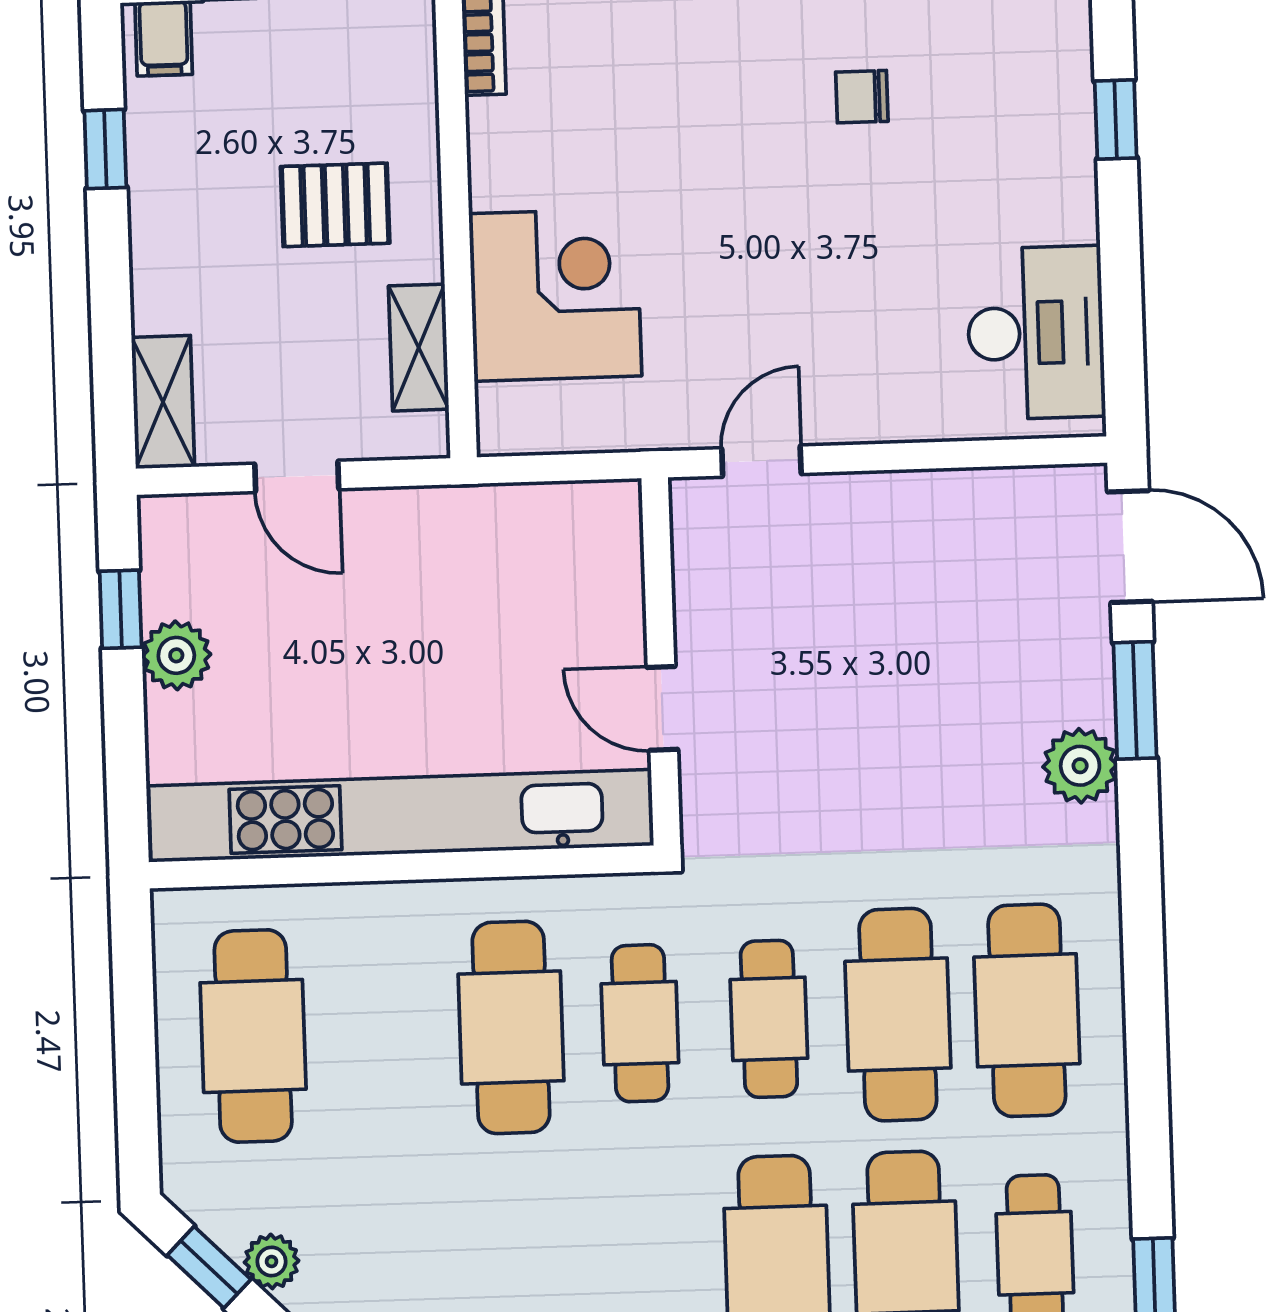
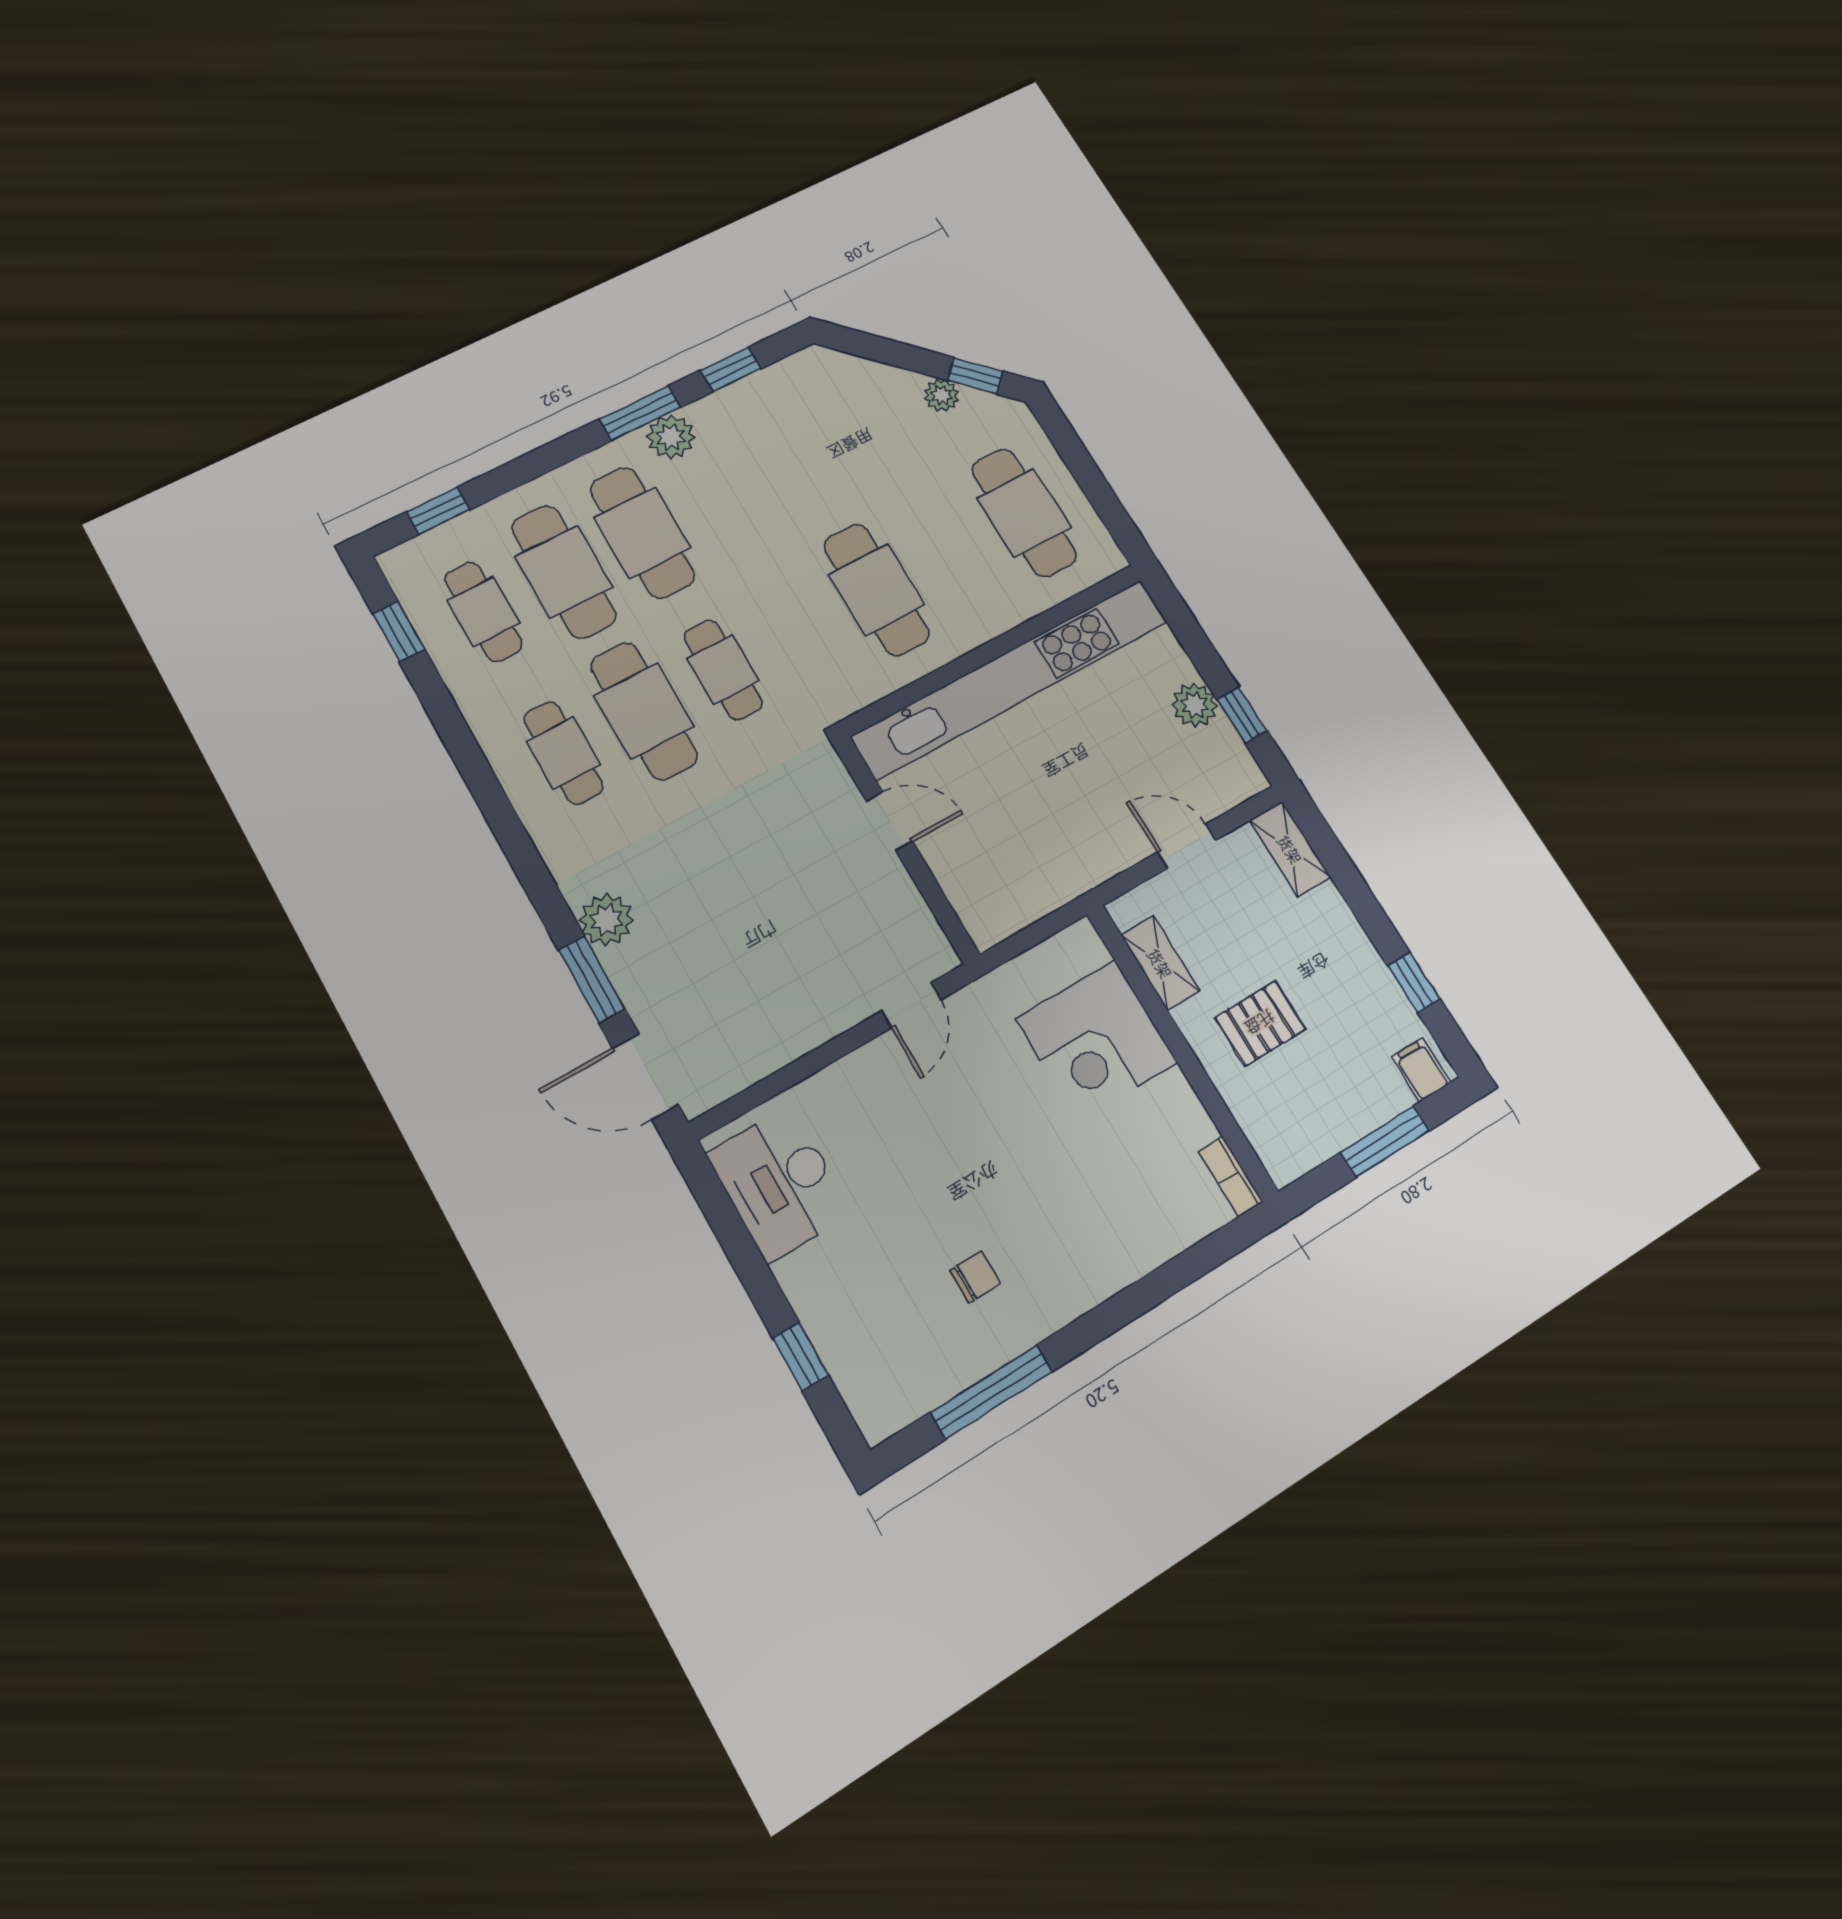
cafe table: (1027, 1010) -> (563, 753), width x0.73, depth x0.74
cafe table: (640, 1023) -> (801, 629), removed

